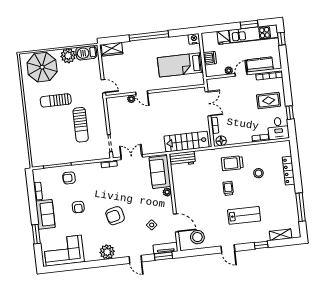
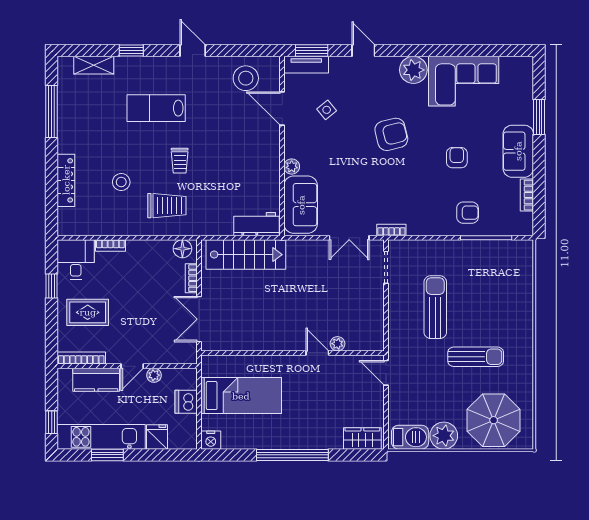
corner sofa: (64, 251) -> (464, 81), moved

